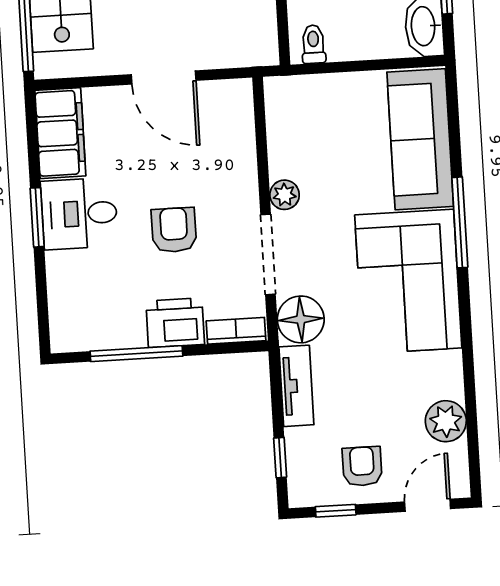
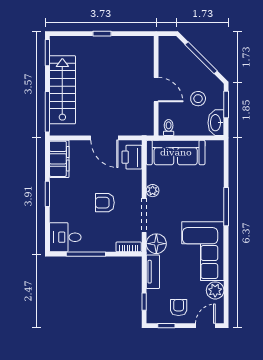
sofa: (420, 139) -> (176, 152), moved, turned -90
desk: (79, 214) -> (65, 237), moved
armchair: (174, 230) -> (105, 203), turned -90
corner sofa: (408, 281) -> (203, 251), moved
printer: (175, 323) -> (132, 157), moved, turned -90

